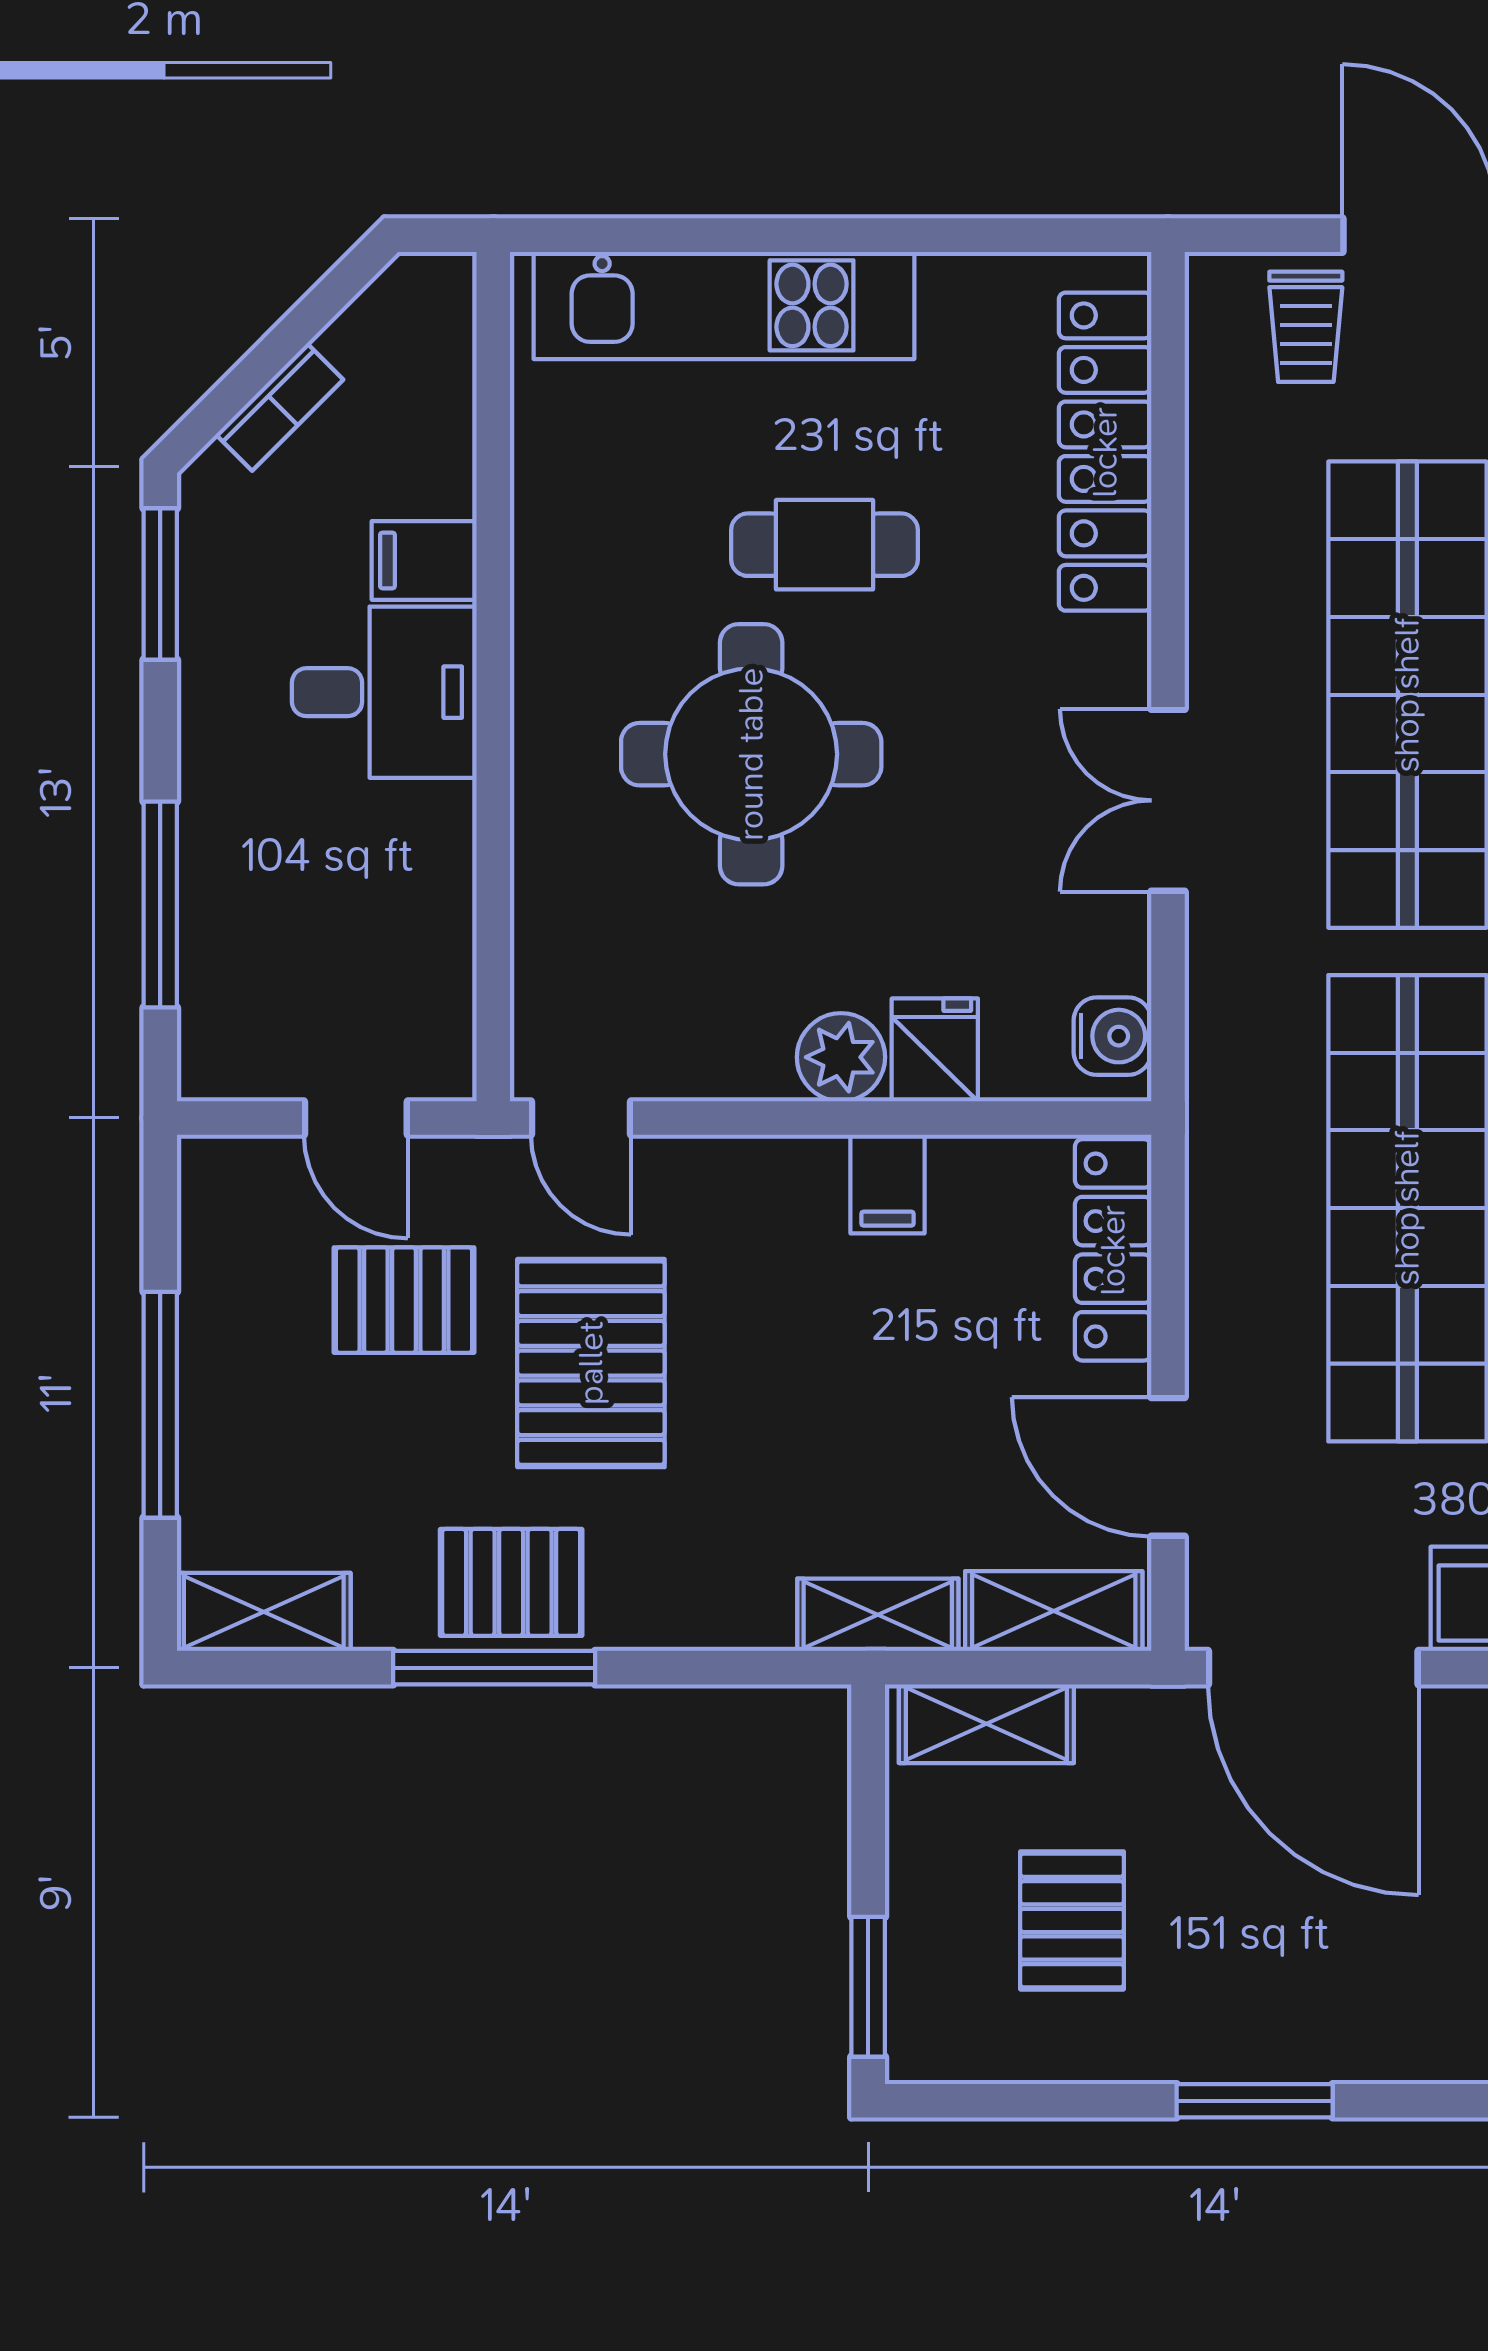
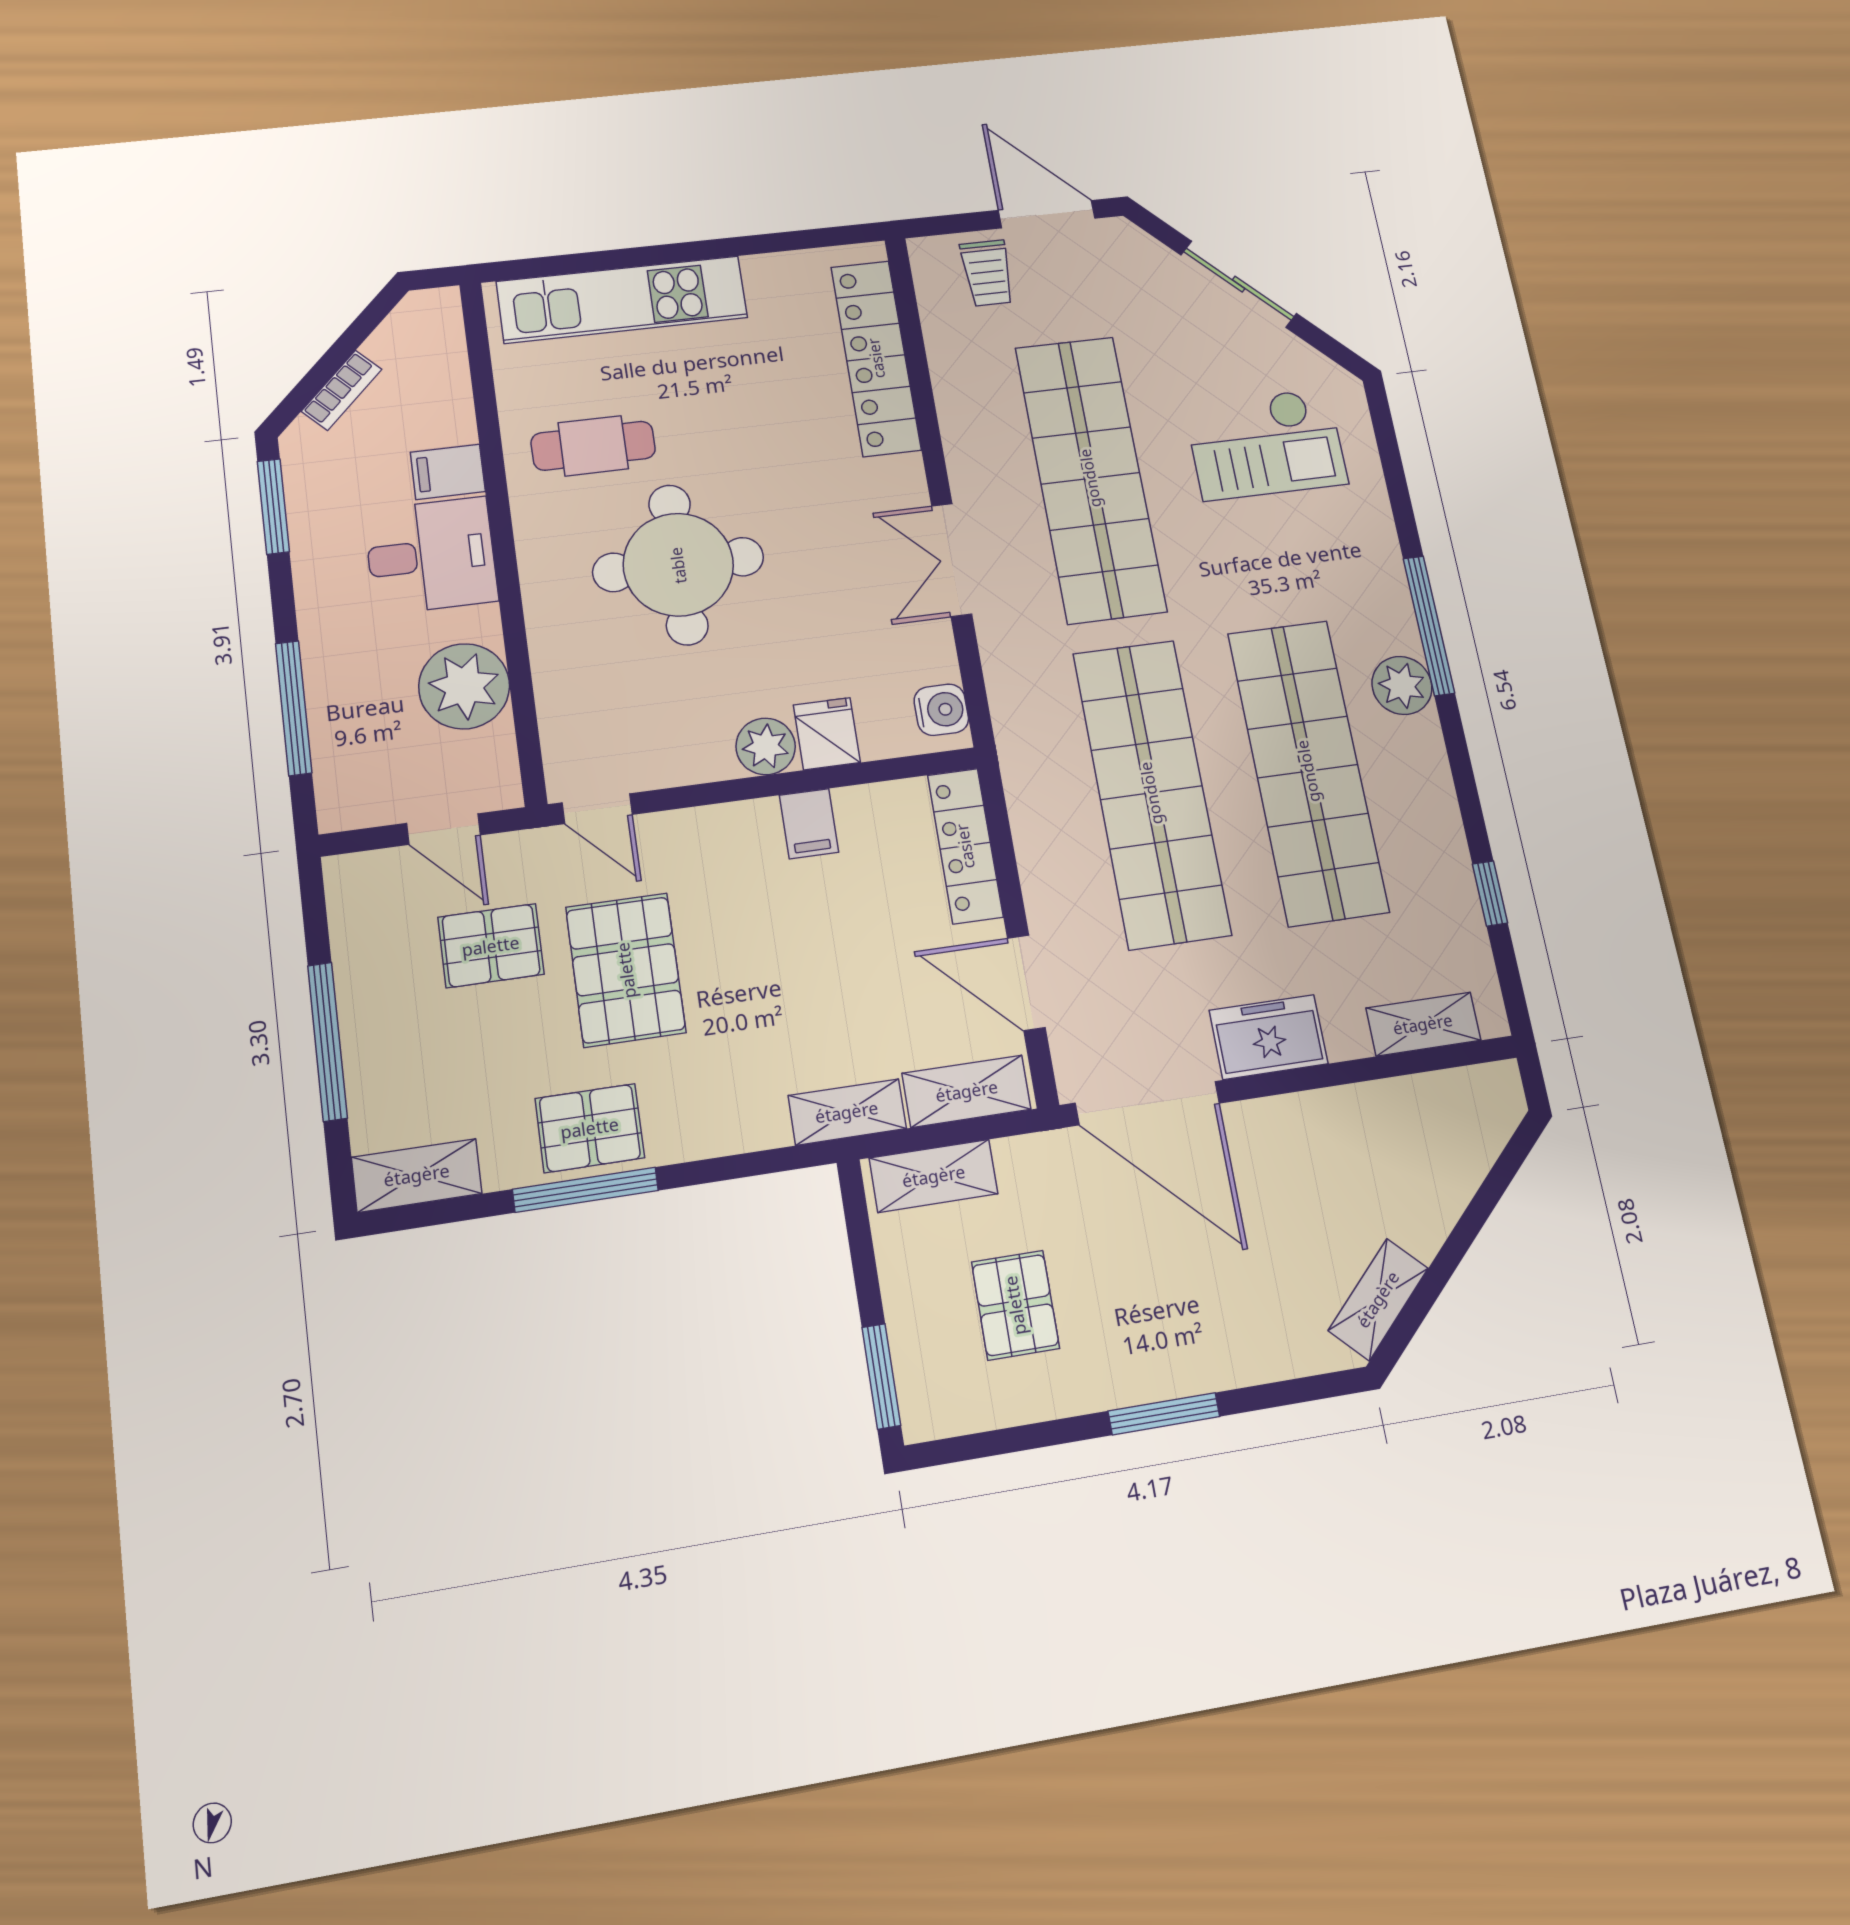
cafe table: (825, 545) -> (593, 446), moved
plant: (410, 904) -> (464, 686), added

